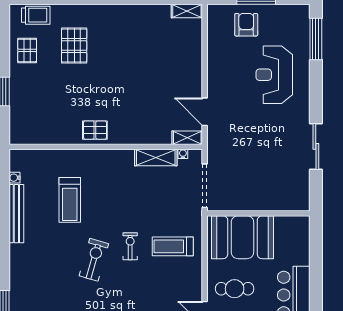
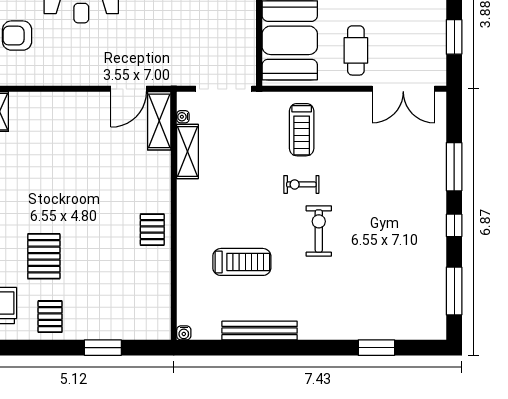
pallet: (74, 46) -> (44, 256), turned 90
pallet: (27, 50) -> (50, 317), turned 90
shelving: (187, 138) -> (159, 121), width x1.50, depth x1.33
water cooler: (15, 178) -> (184, 333), moved
exercise bike: (94, 260) -> (319, 231), turned 74

